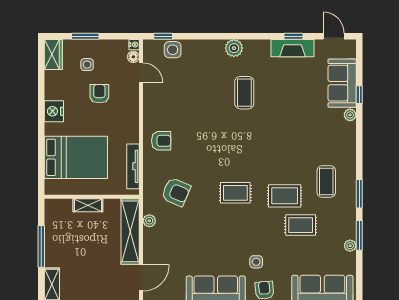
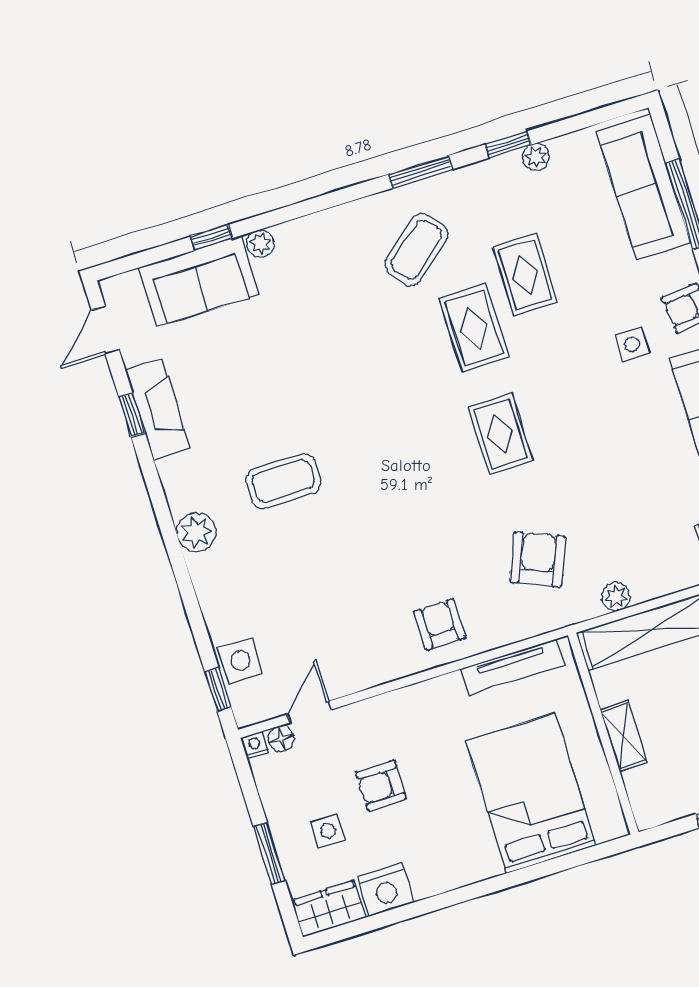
nightstand: (54, 111) -> (385, 890), moved
coffee table: (326, 182) -> (416, 250), turned -40
window: (359, 235) -> (508, 144), width x0.67

